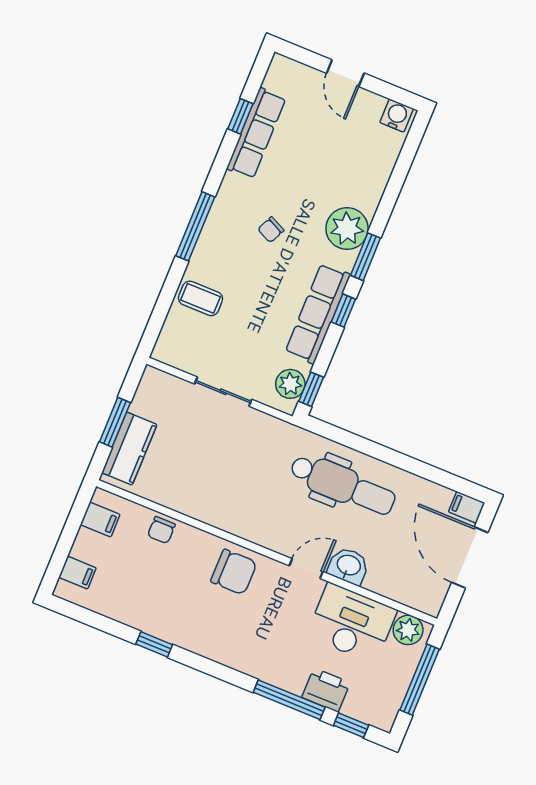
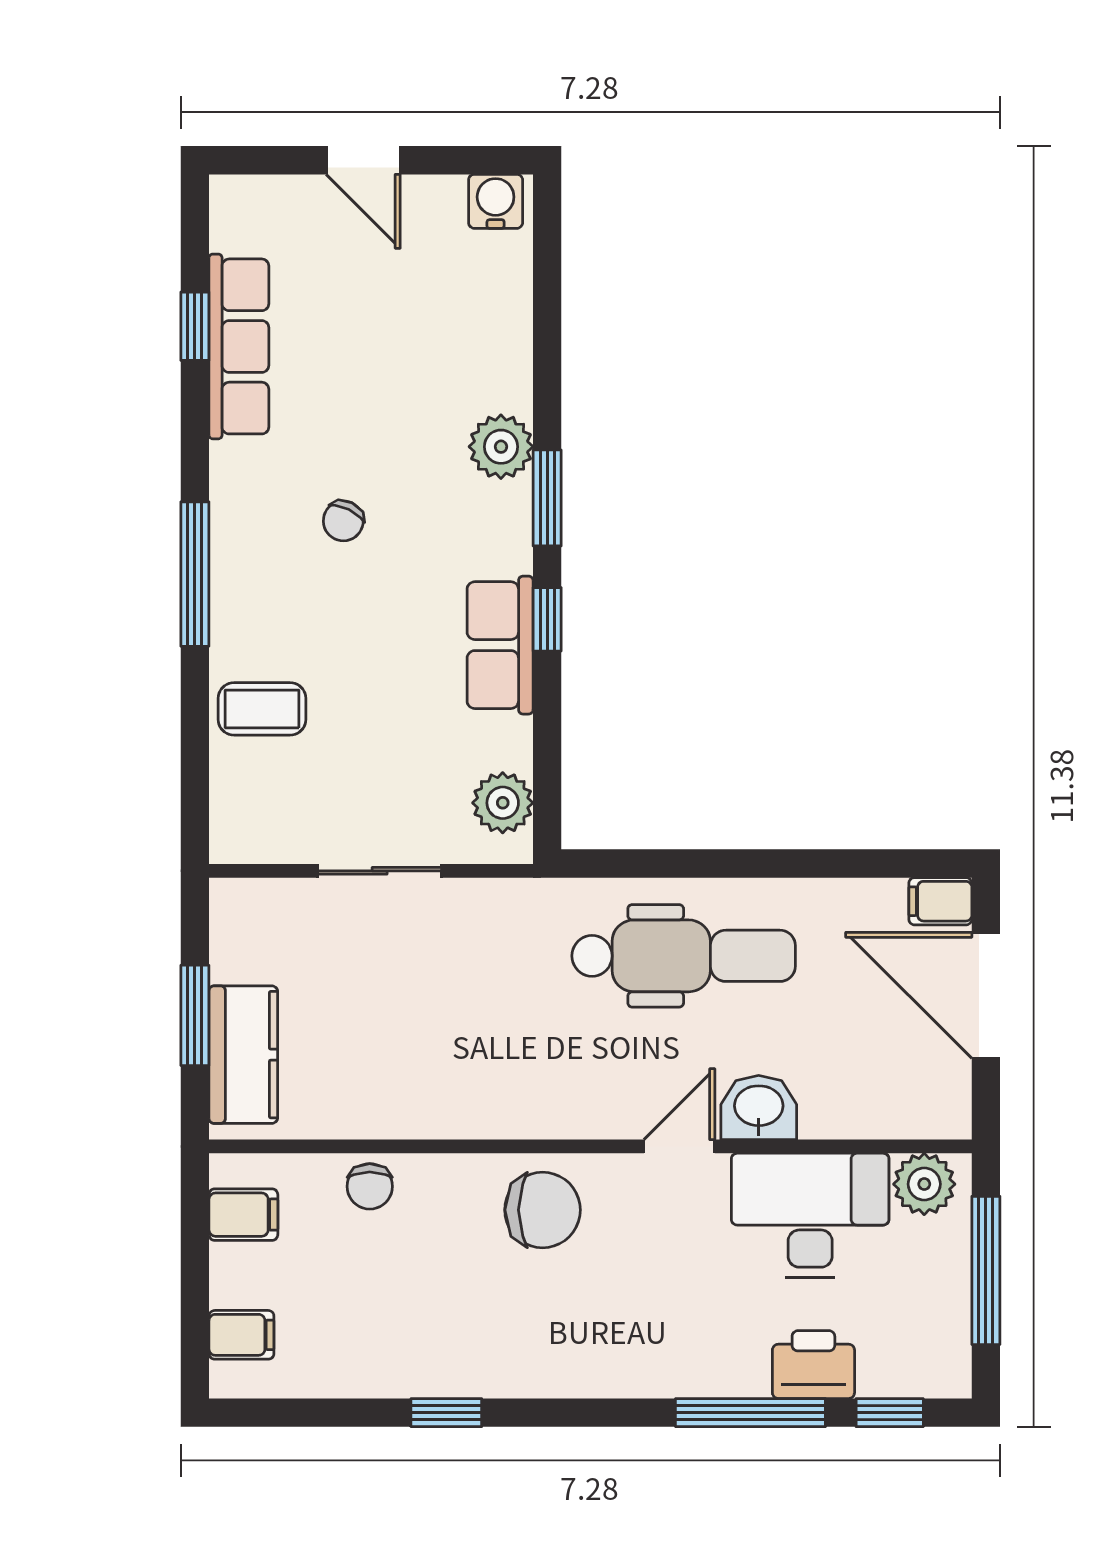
plant: (347, 229) -> (501, 447), width x0.73, depth x0.73
row of seats: (318, 313) -> (500, 645), width x0.68
window: (311, 389) -> (547, 797), removed

